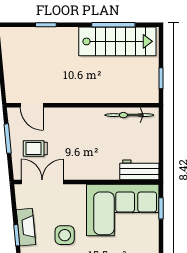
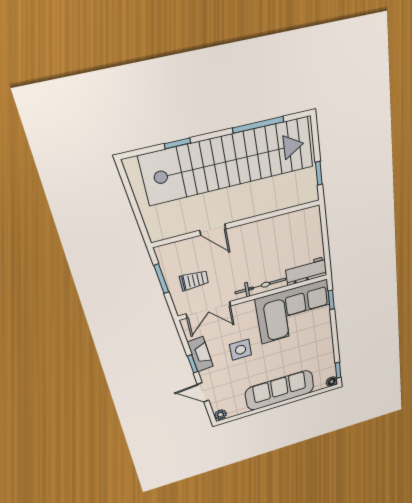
stairs: (117, 41) -> (229, 161), width x1.86, depth x1.51
door: (32, 105) -> (213, 230), moved
bicycle: (129, 115) -> (260, 286), moved, turned 180
trolley: (35, 148) -> (194, 280), turned 180
double door: (42, 182) -> (208, 310), swing flipped

